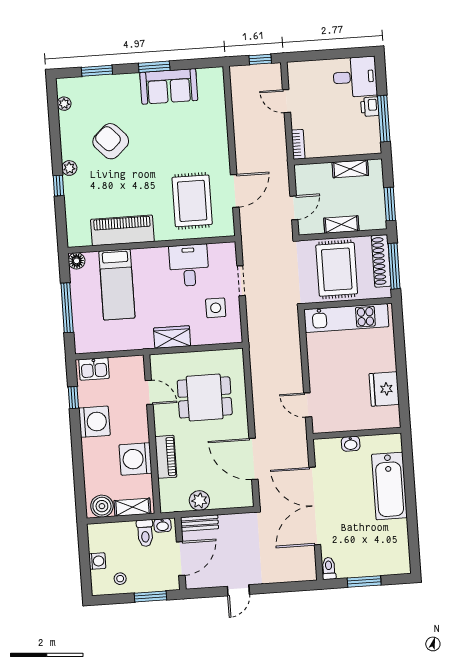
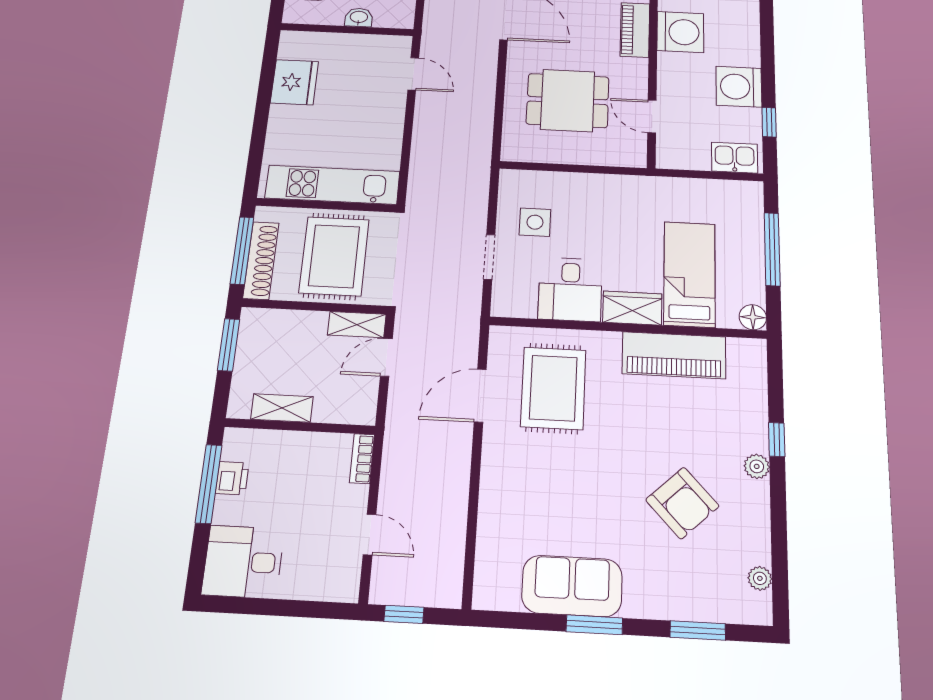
printer: (370, 107) -> (232, 478), moved
shelving: (341, 224) -> (357, 325), moved
wardrobe: (172, 337) -> (632, 308), moved, turned 180

